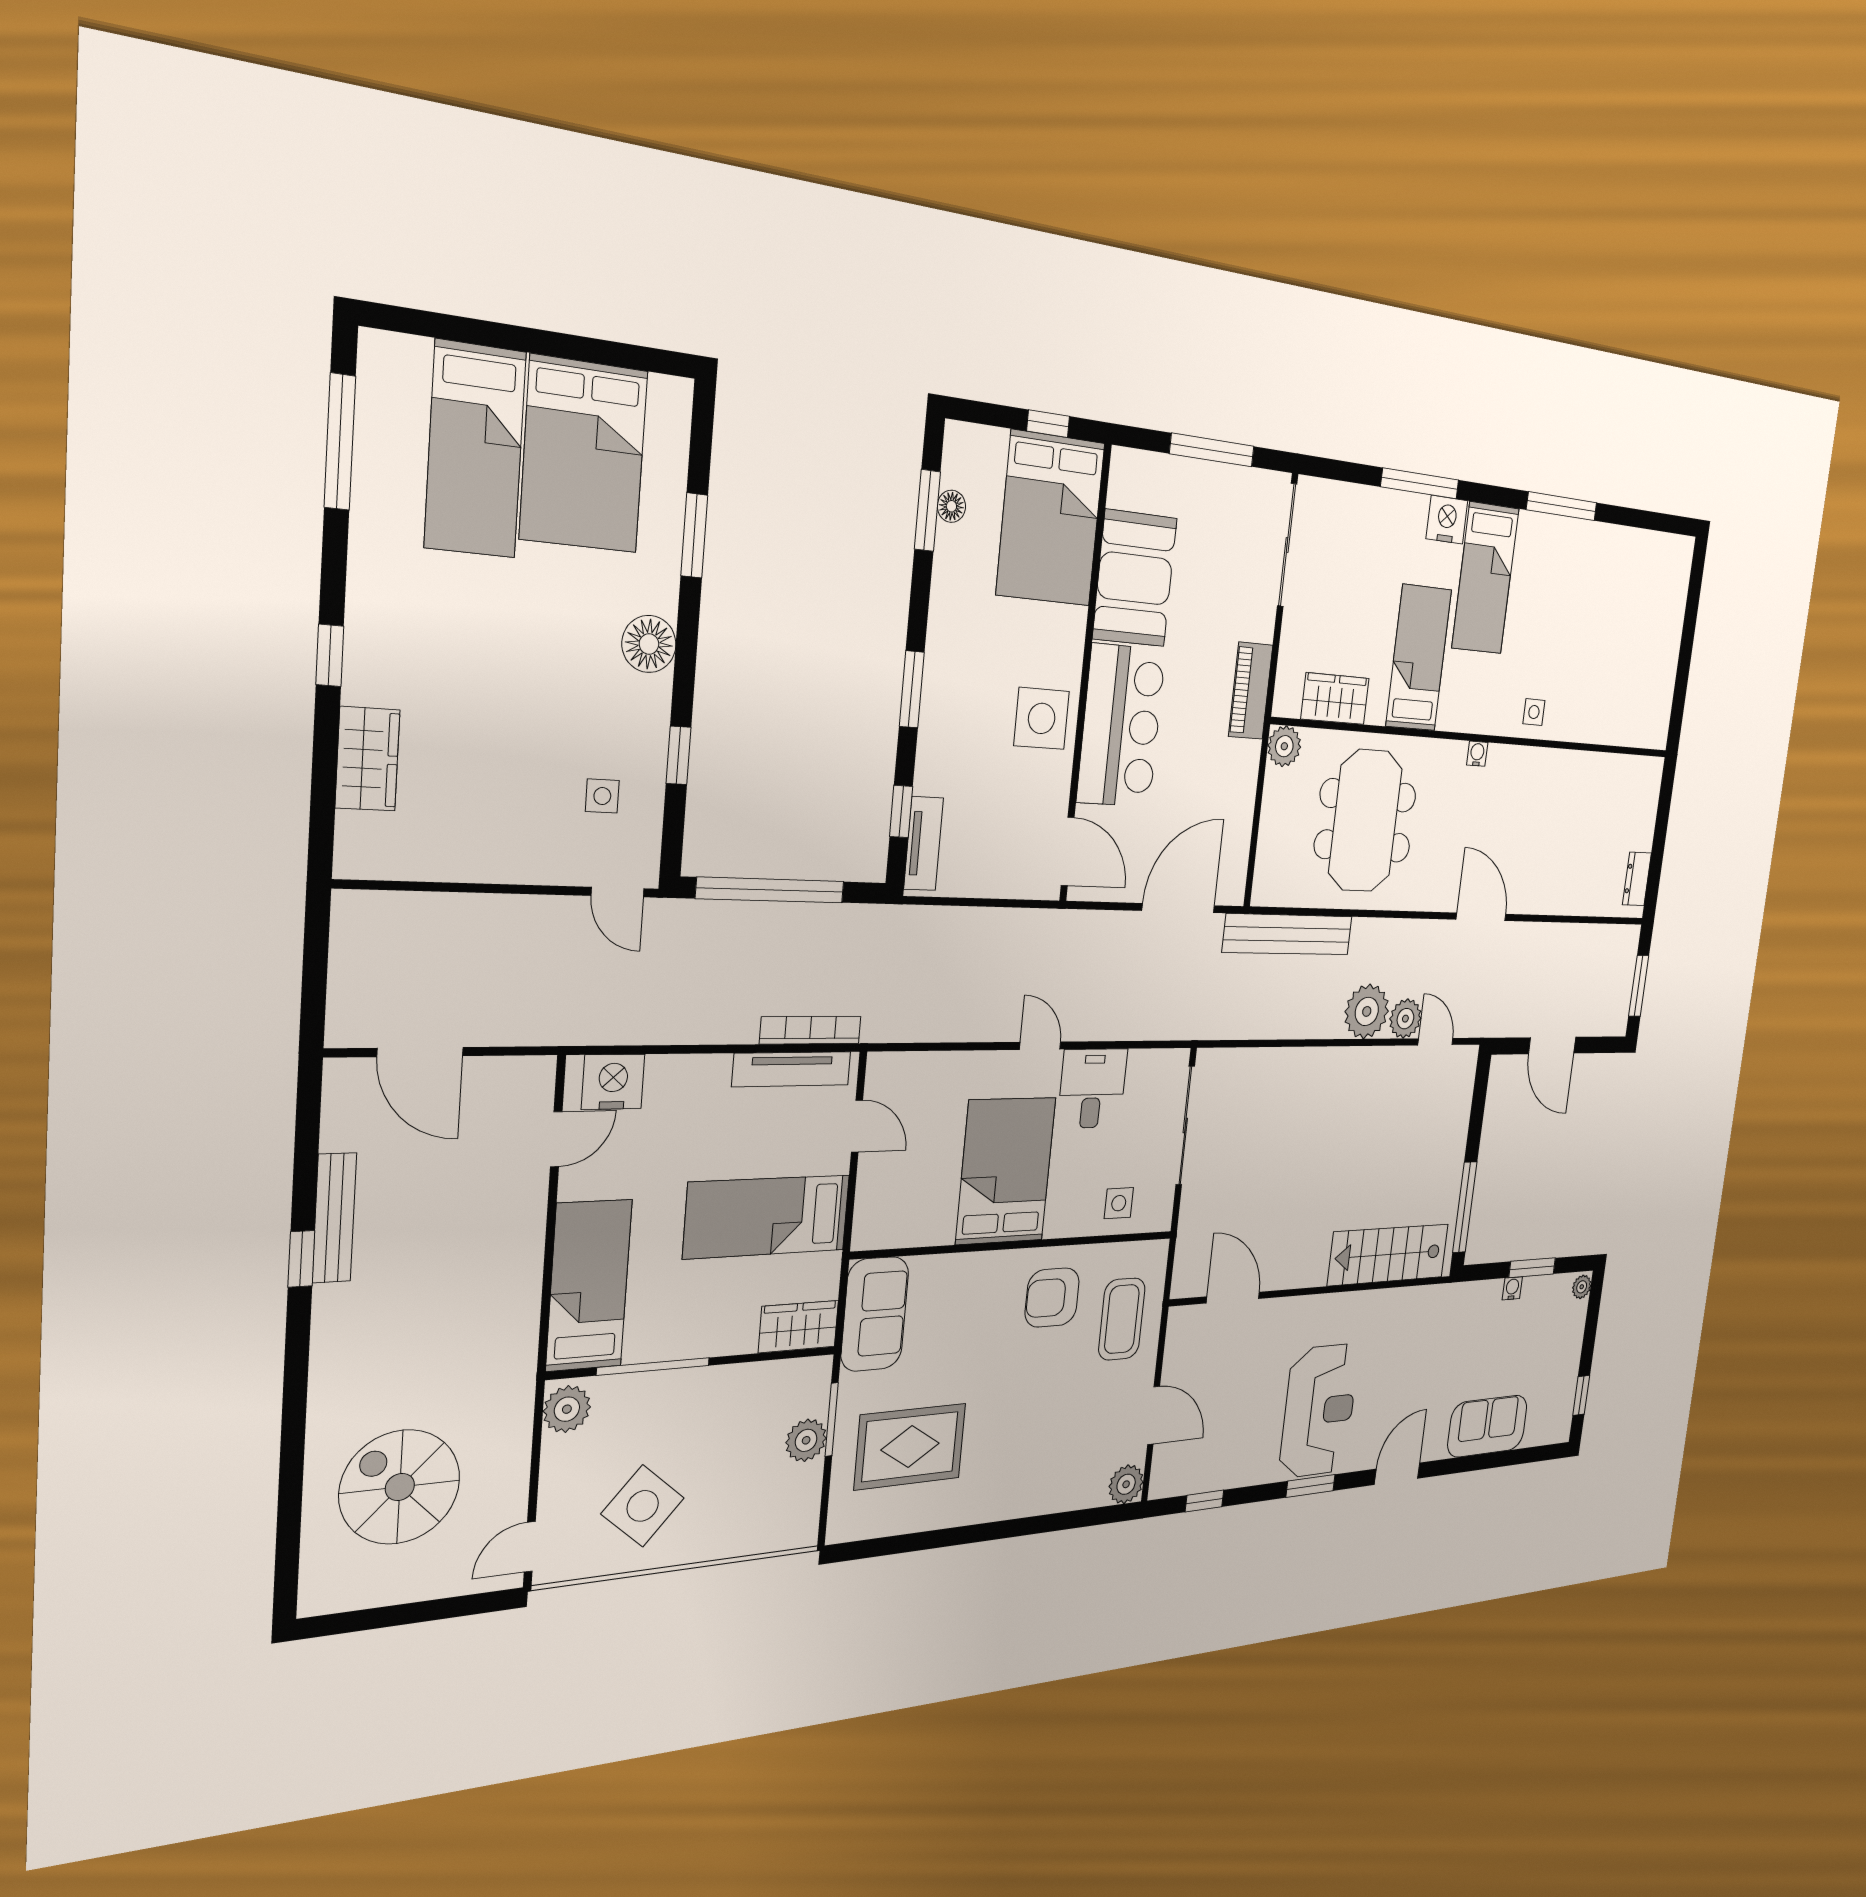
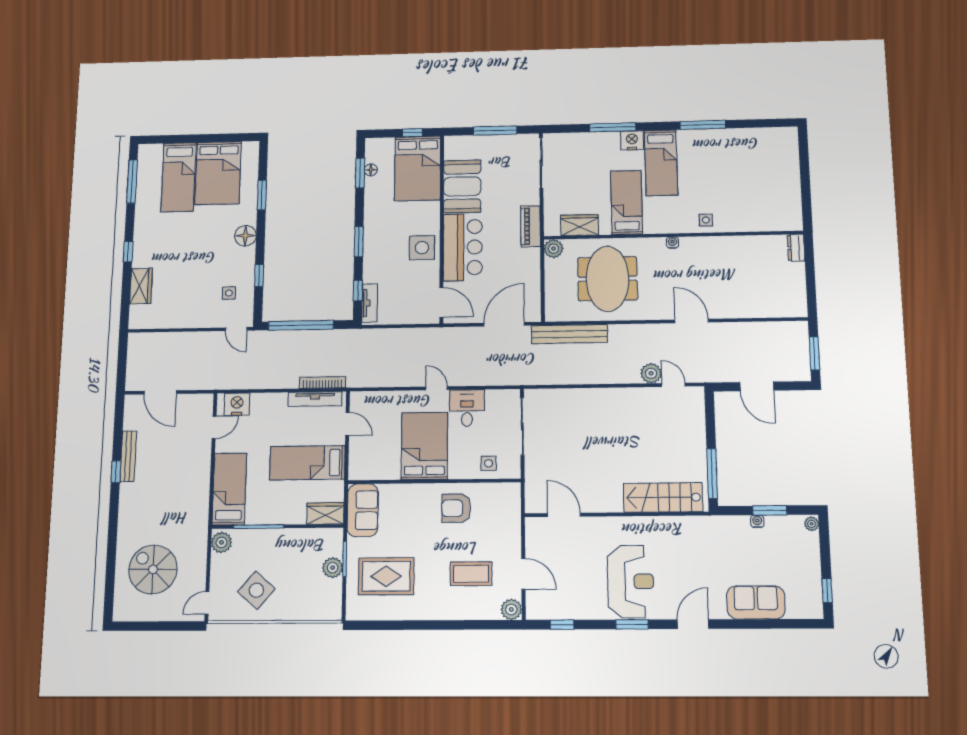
dresser: (1637, 879) -> (796, 248), moved
plant: (1367, 1011) -> (625, 370), removed
coffee table: (1122, 1319) -> (471, 574), moved, turned 90

